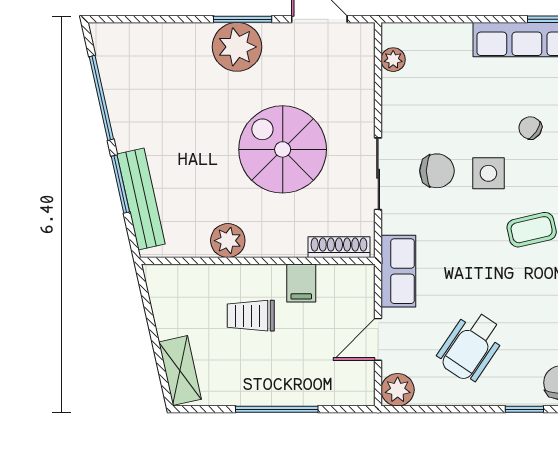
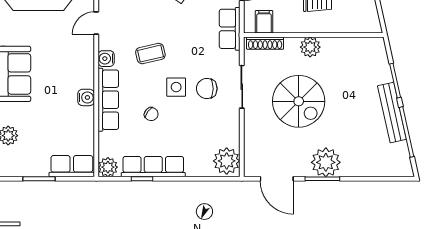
plant: (393, 60) -> (227, 161), width x1.88, depth x1.88
bench: (141, 199) -> (392, 113), moved
plant: (228, 241) -> (310, 47), moved
filing cabinet: (301, 283) -> (264, 22), moved

